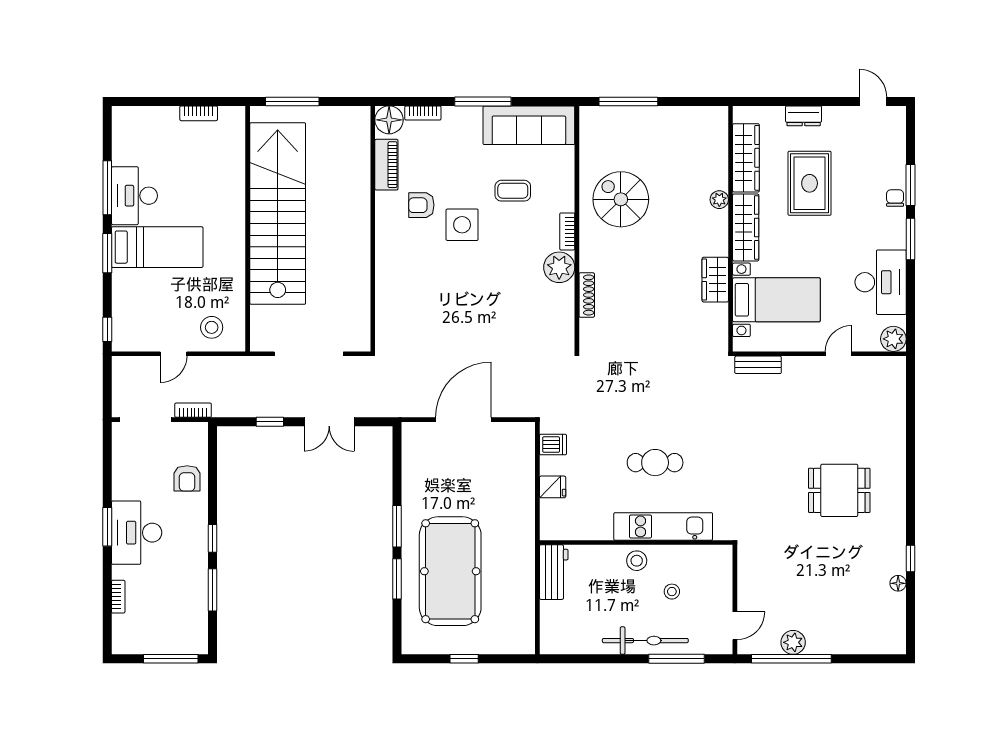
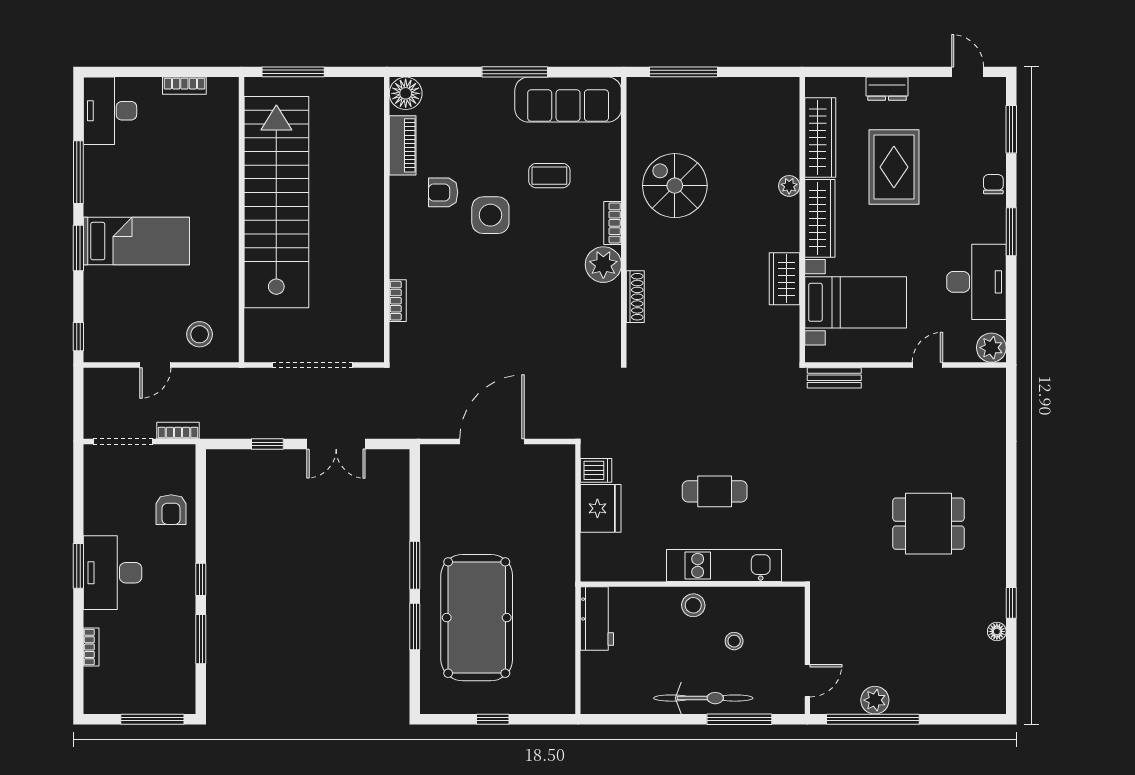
bookcase: (423, 113) -> (398, 301), moved, turned -90
window: (910, 185) -> (1011, 129), moved
desk: (134, 196) -> (110, 111), moved
fridge: (553, 487) -> (601, 508), width x1.88, depth x1.34

